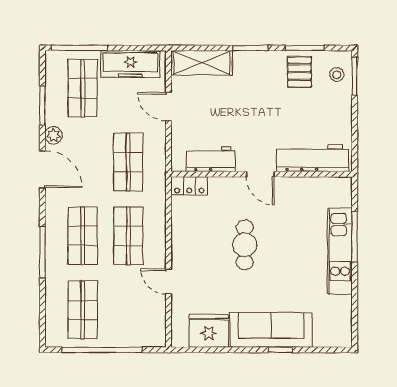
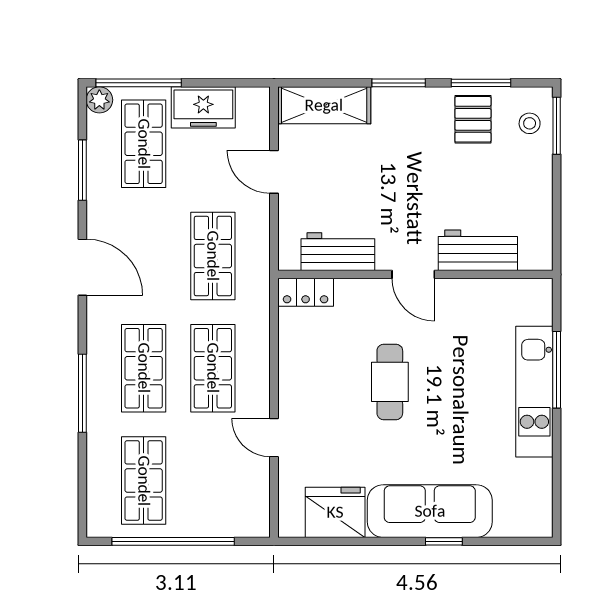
freezer: (130, 64) -> (203, 107), width x0.71
plant: (54, 135) -> (99, 100), moved
workbench: (313, 158) -> (478, 250), width x0.73

